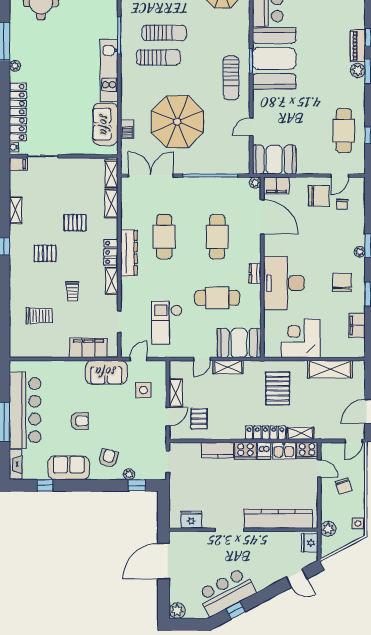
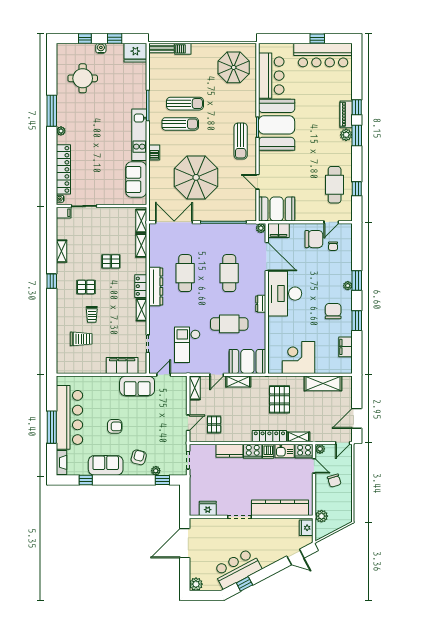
door: (251, 127) -> (257, 182), hinge flipped
barbecue: (127, 129) -> (154, 152), moved
desk: (284, 283) -> (285, 294), moved
trolley: (72, 291) -> (92, 314), moved
side table: (143, 390) -> (168, 401), removed
shelving: (176, 393) -> (195, 388), moved
plant: (326, 448) -> (320, 449), added
side table: (358, 523) -> (346, 512), removed

